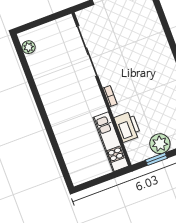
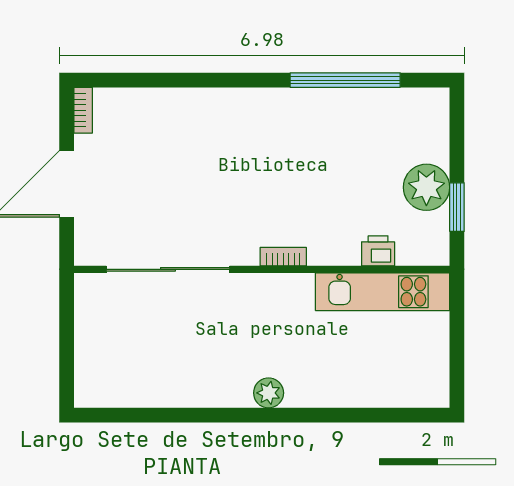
plant: (29, 47) -> (269, 393), moved
printer: (127, 127) -> (378, 251), width x0.53, depth x0.68

